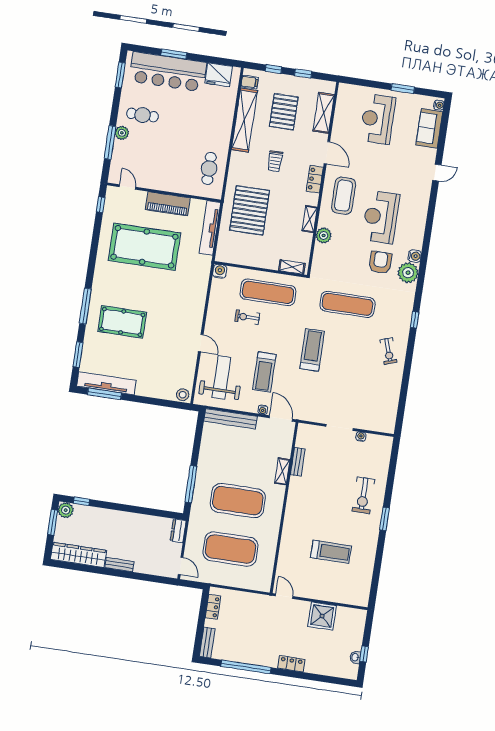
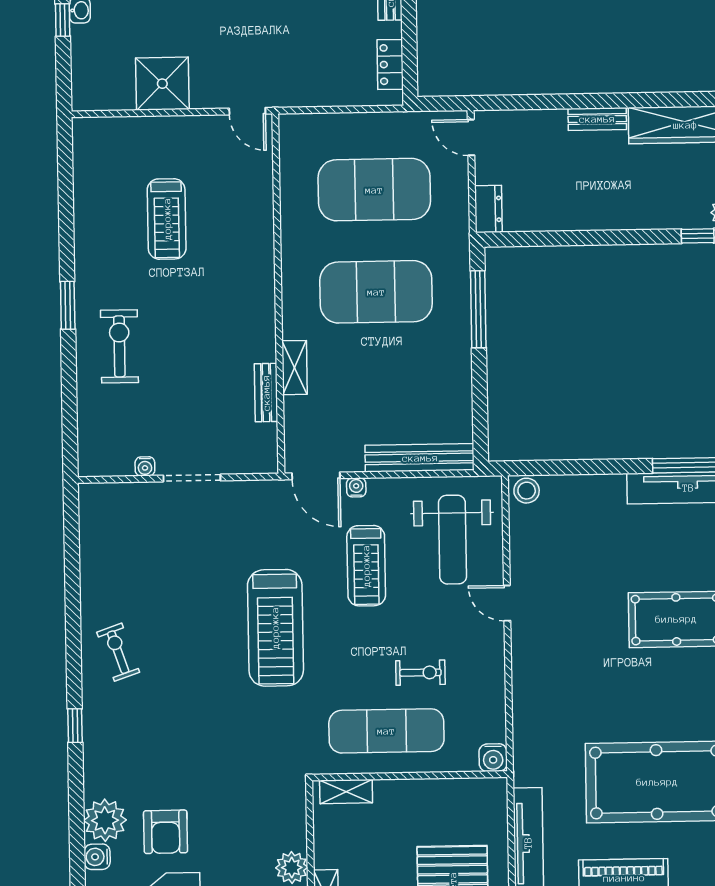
exercise mat: (347, 304) -> (219, 734), removed
treadmill: (312, 350) -> (275, 628), width x1.37, depth x1.38
treadmill: (264, 372) -> (366, 566), turned 180
treadmill: (331, 552) -> (167, 219), turned -90

